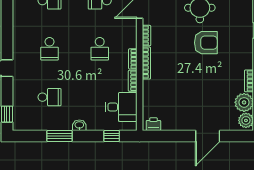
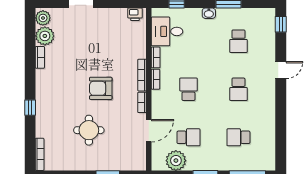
armchair: (206, 43) -> (101, 88), moved
school desk: (50, 49) -> (238, 89), turned 180
school desk: (50, 97) -> (238, 41), turned -90

